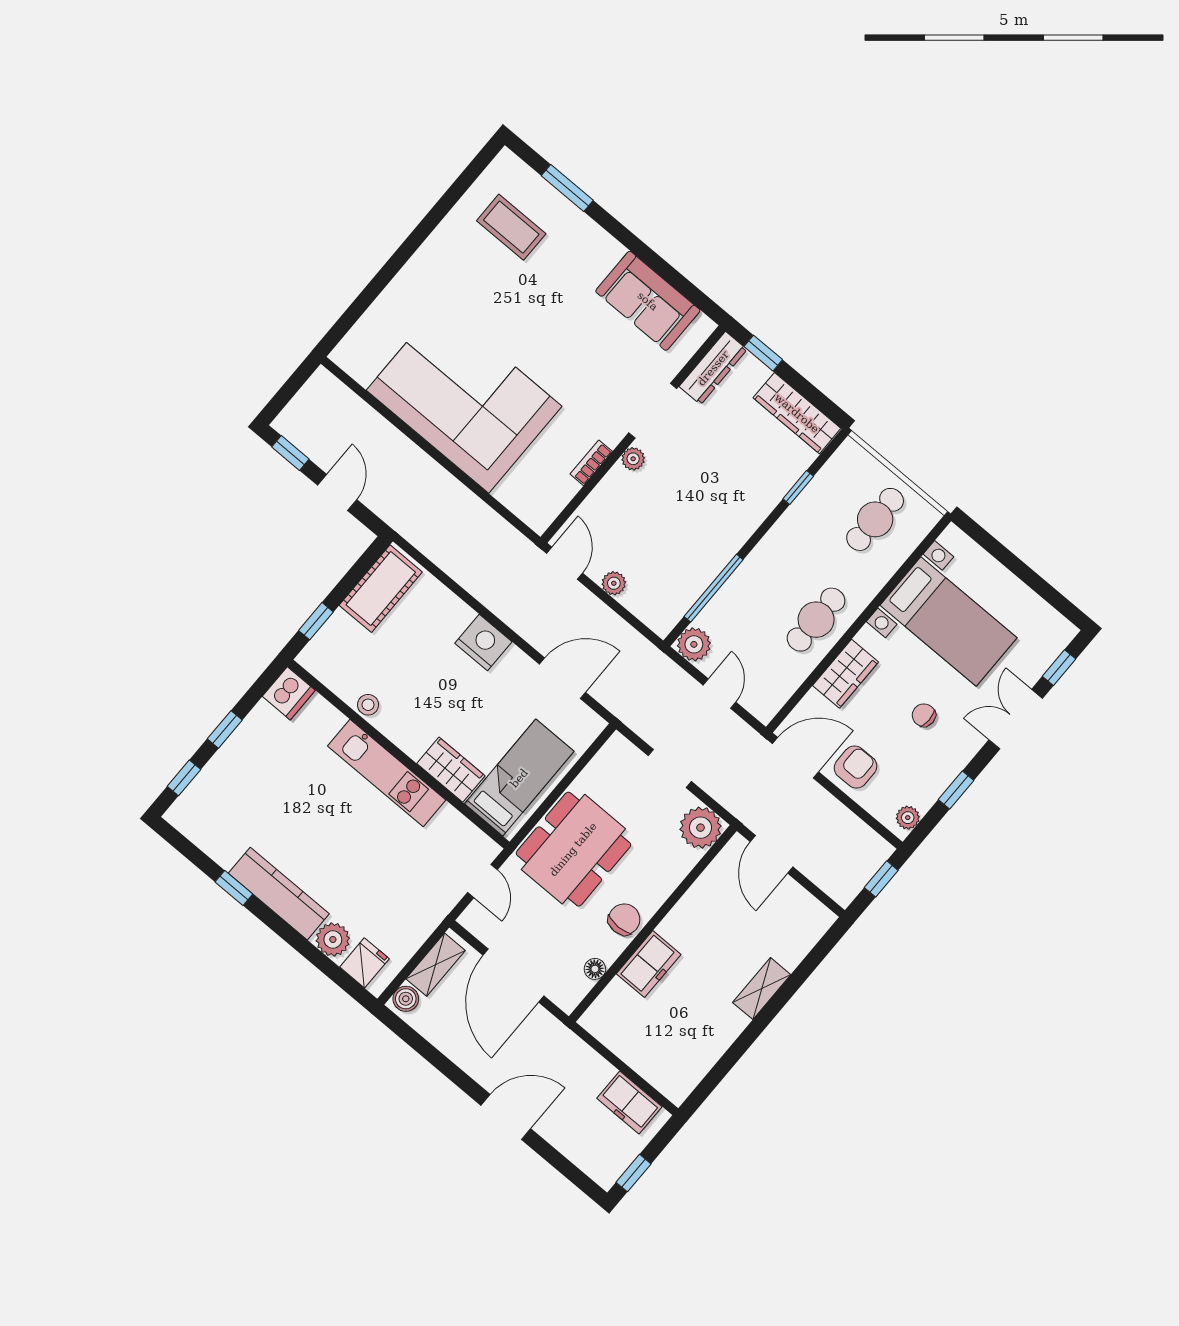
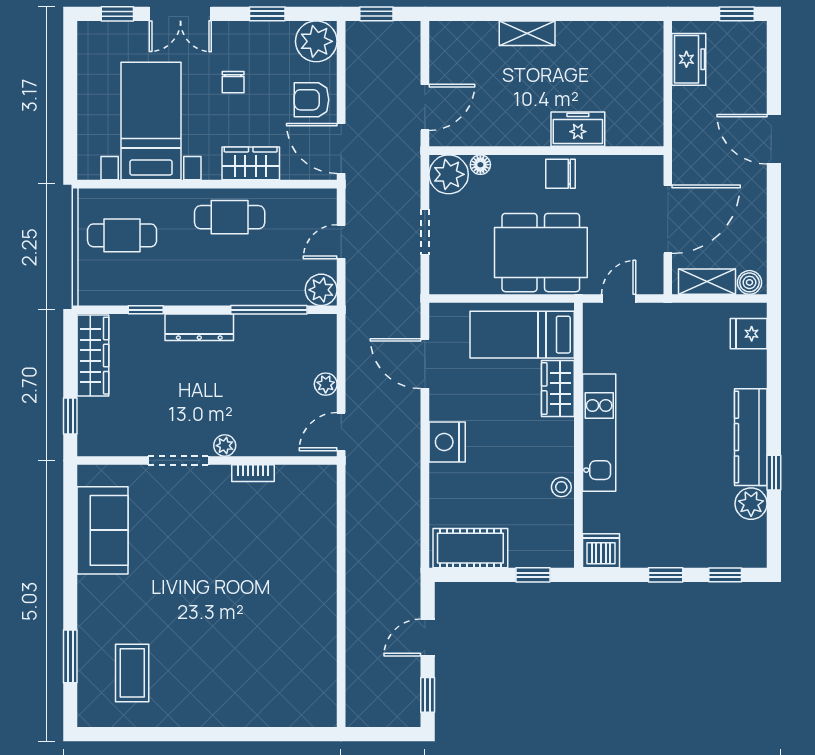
dresser: (713, 368) -> (199, 327), moved, turned 180
corner sofa: (464, 398) -> (283, 603), removed
plant: (908, 818) -> (316, 41), width x1.87, depth x1.87
plant: (333, 940) -> (751, 504), moved
floor lamp: (595, 969) -> (480, 165), moved

